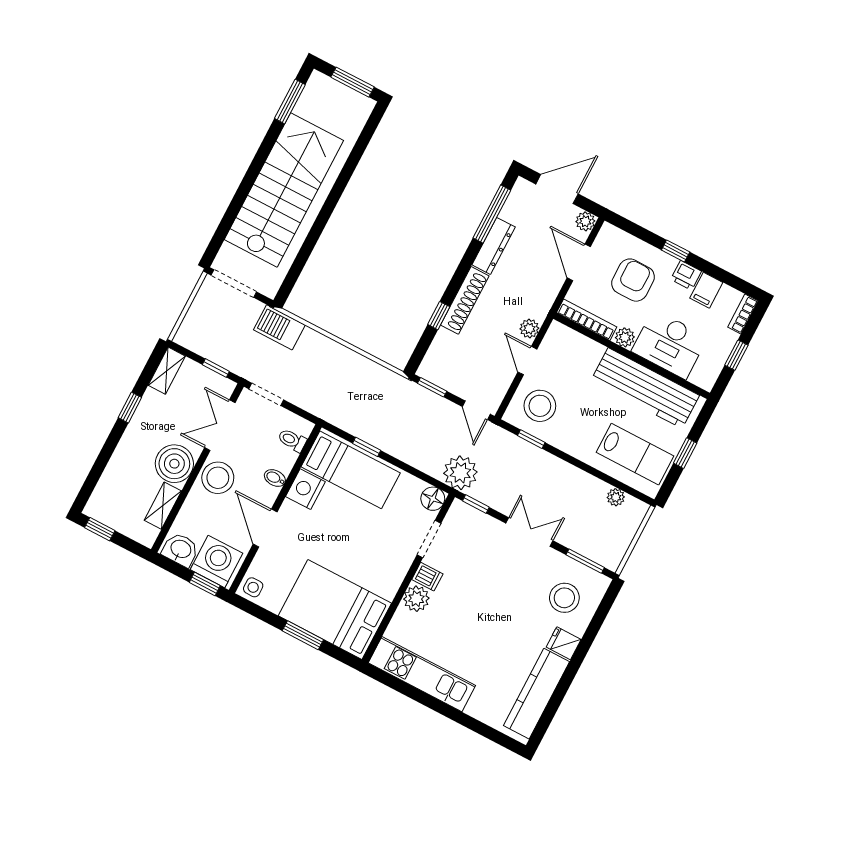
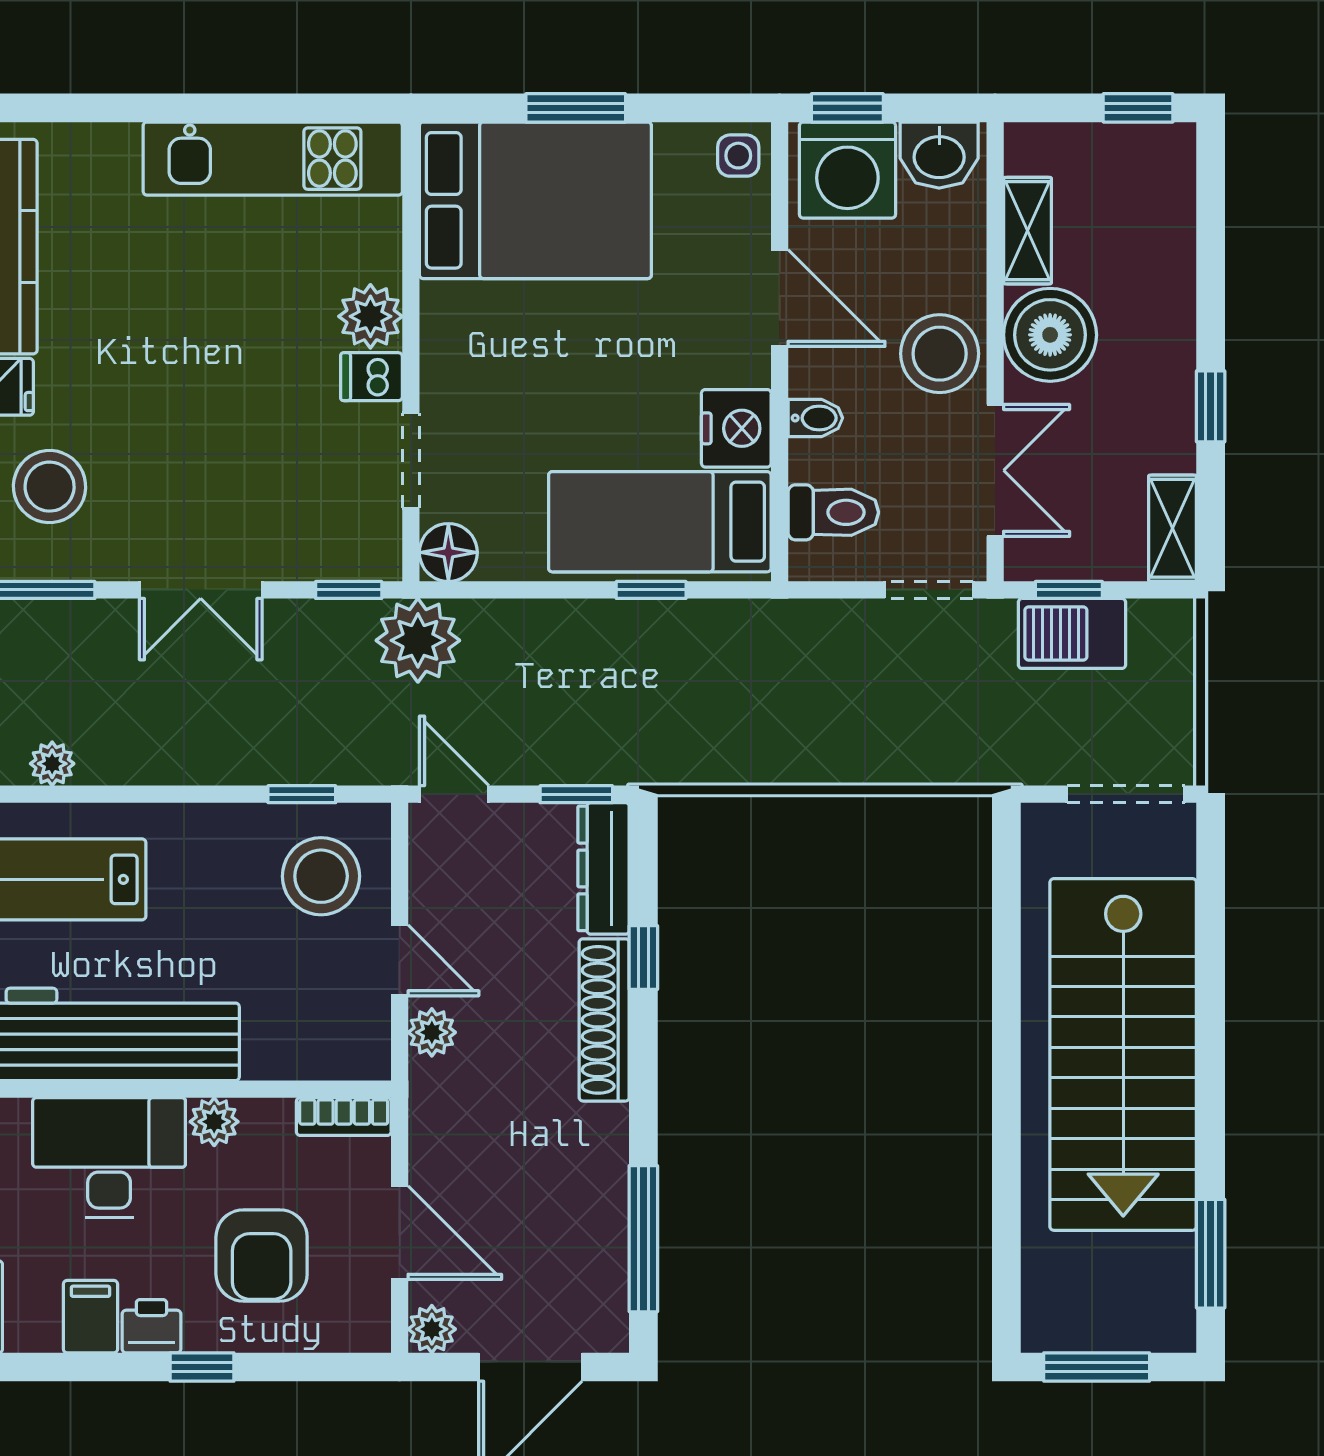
dresser: (494, 246) -> (604, 868), moved
bookcase: (587, 320) -> (344, 1117), width x0.64
barbecue: (279, 327) -> (1072, 633), moved, turned 180
toilet: (292, 440) -> (833, 512), width x1.37, depth x1.39

